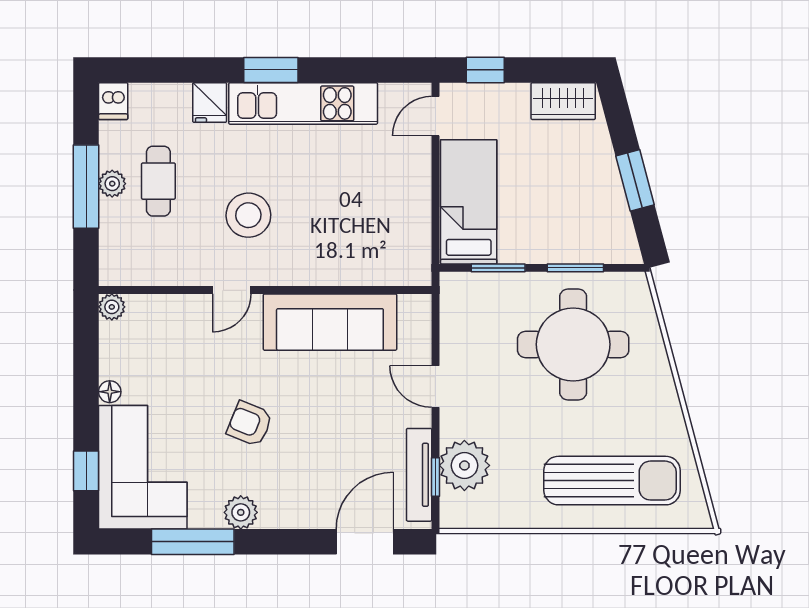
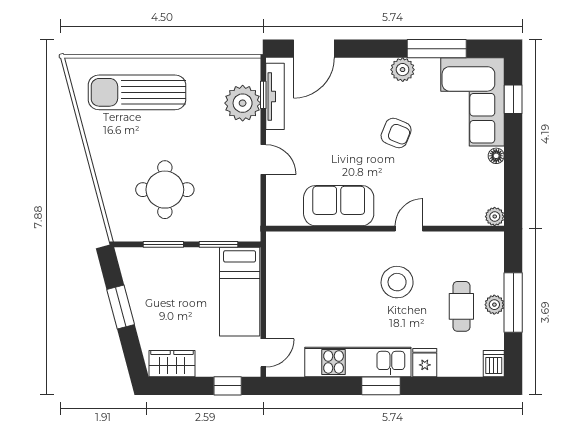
sofa: (330, 322) -> (339, 206), width x0.73
round table: (573, 344) -> (165, 190), width x0.73, depth x0.73

